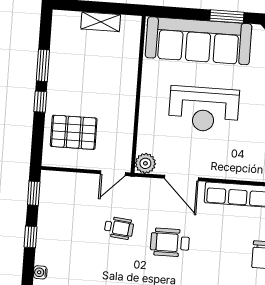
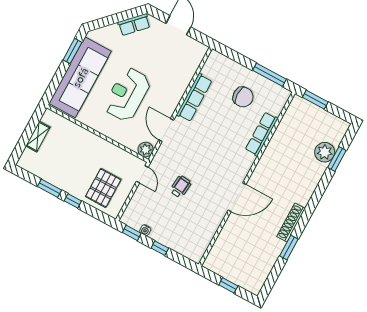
reception desk: (204, 109) -> (127, 94), turned 180
door: (181, 178) -> (166, 130), swing flipped
wheelchair: (170, 243) -> (206, 157), removed
water cooler: (40, 272) -> (145, 230), moved

